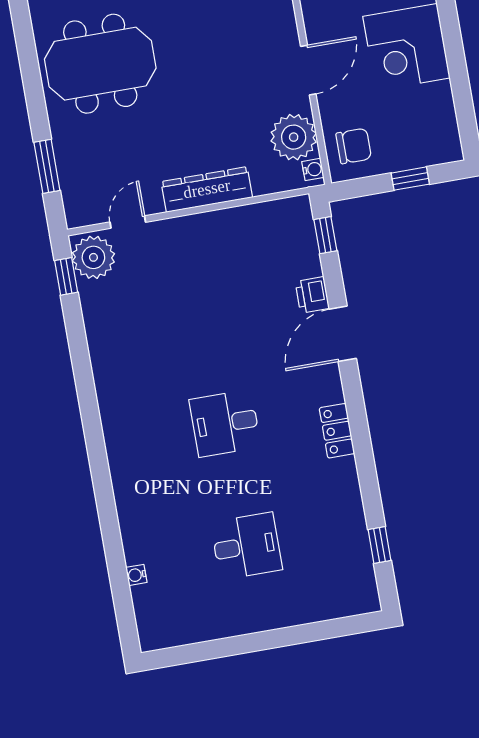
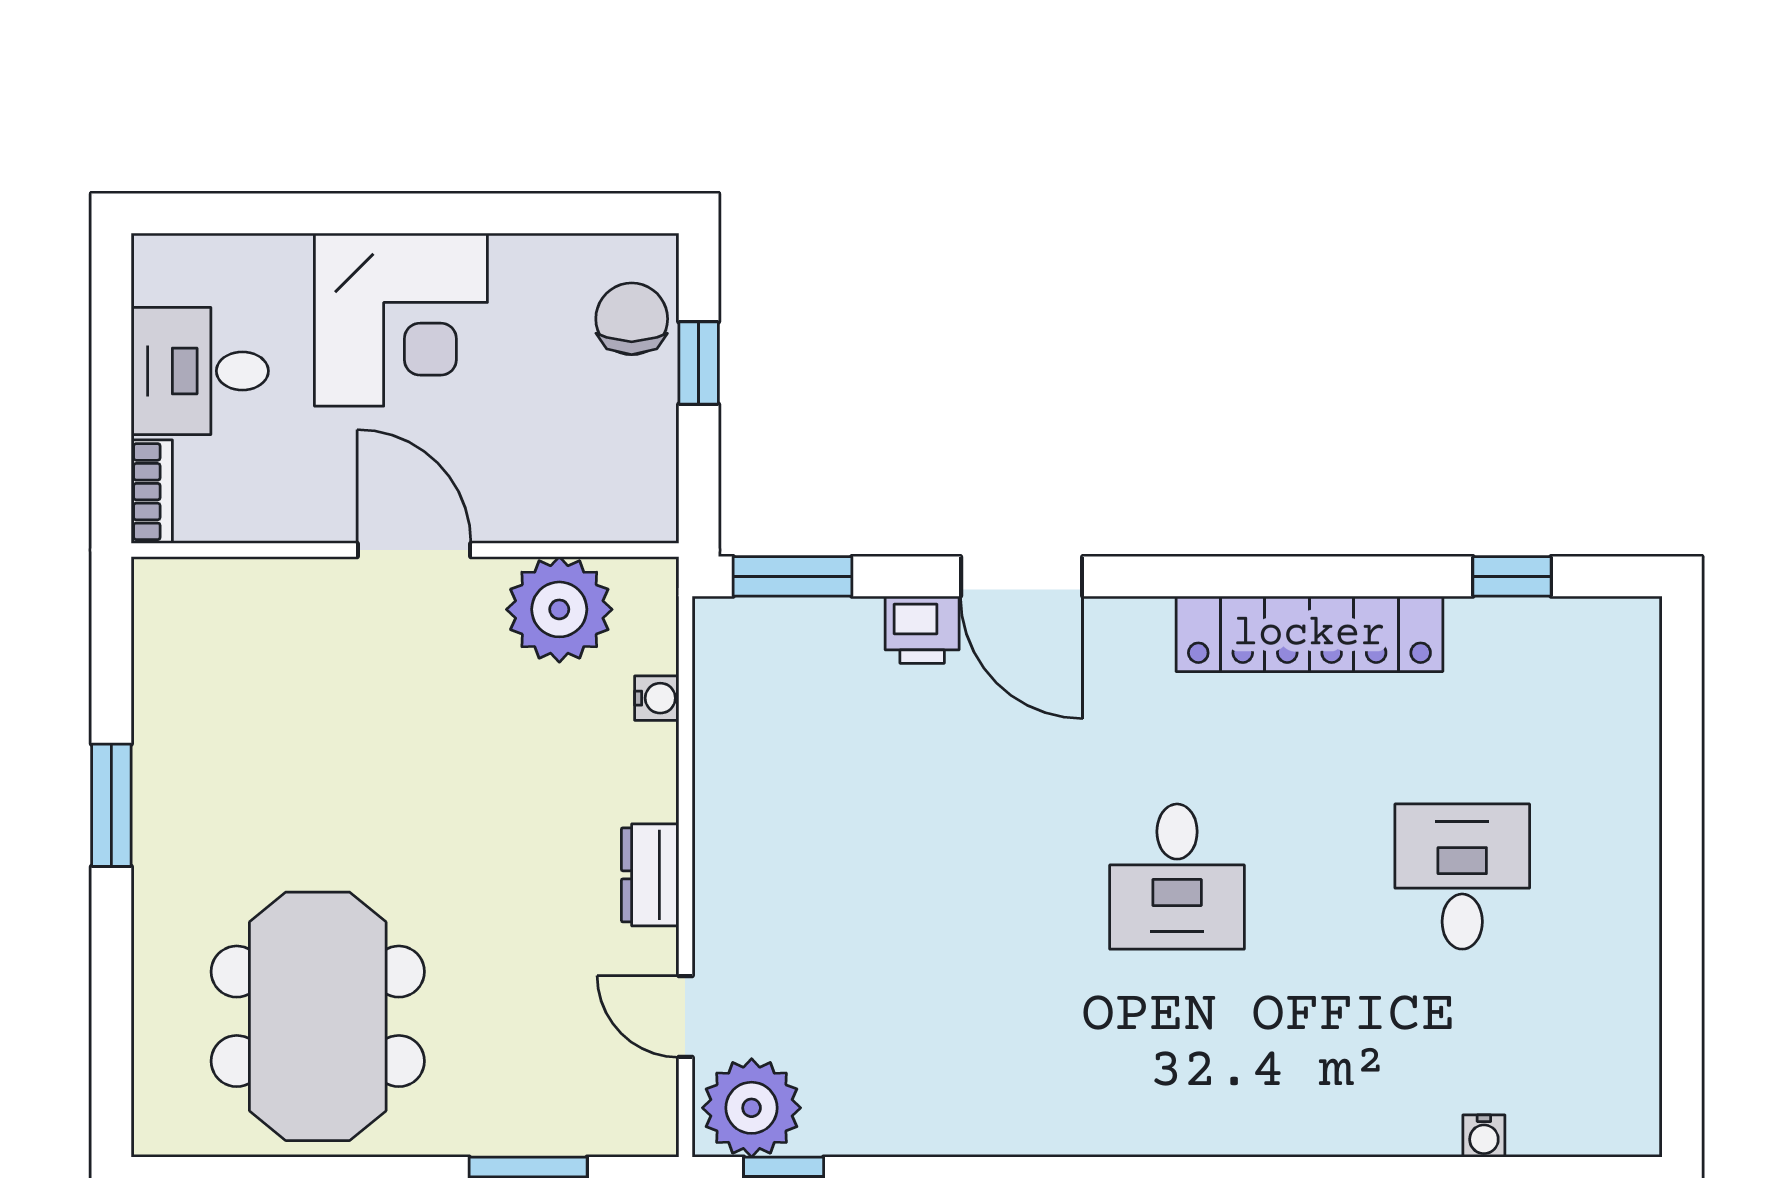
chair: (354, 146) -> (632, 319), moved
water cooler: (313, 169) -> (657, 698), moved, turned 90
dresser: (207, 189) -> (650, 875), width x0.51, depth x0.80
window: (325, 235) -> (793, 576), width x1.50
locker: (337, 431) -> (1309, 634), width x2.16, depth x1.21

